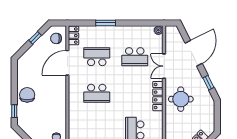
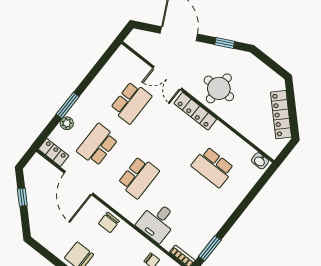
plant: (158, 30) -> (67, 123), moved
chair: (56, 38) -> (109, 222), moved
desk: (80, 123) -> (157, 222), added

